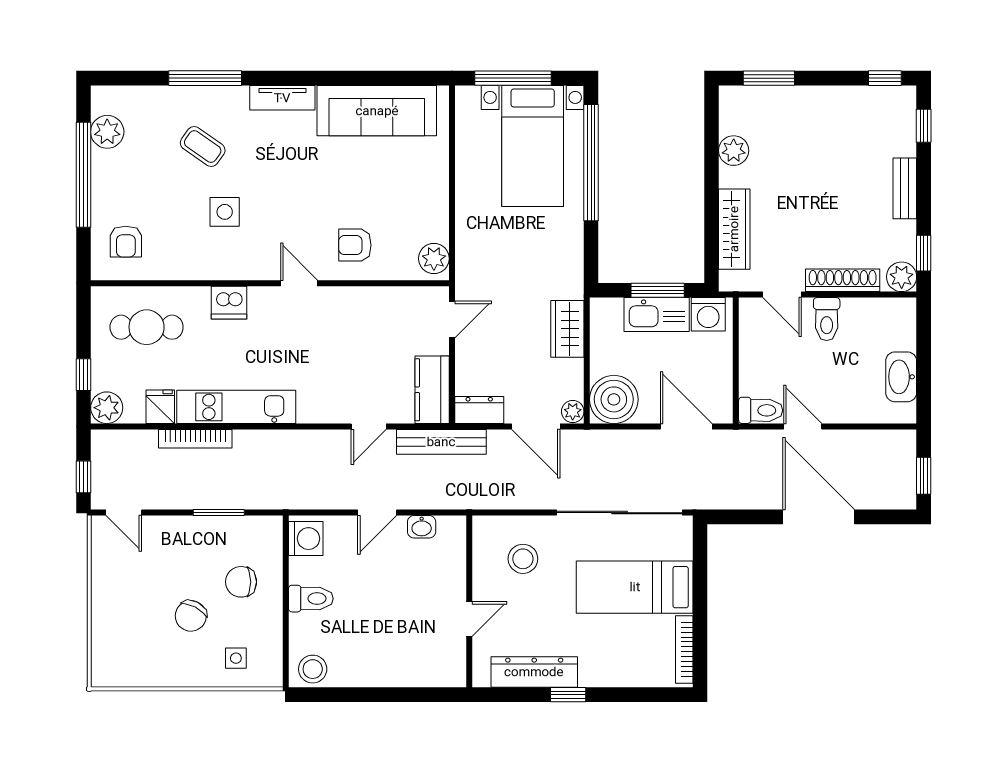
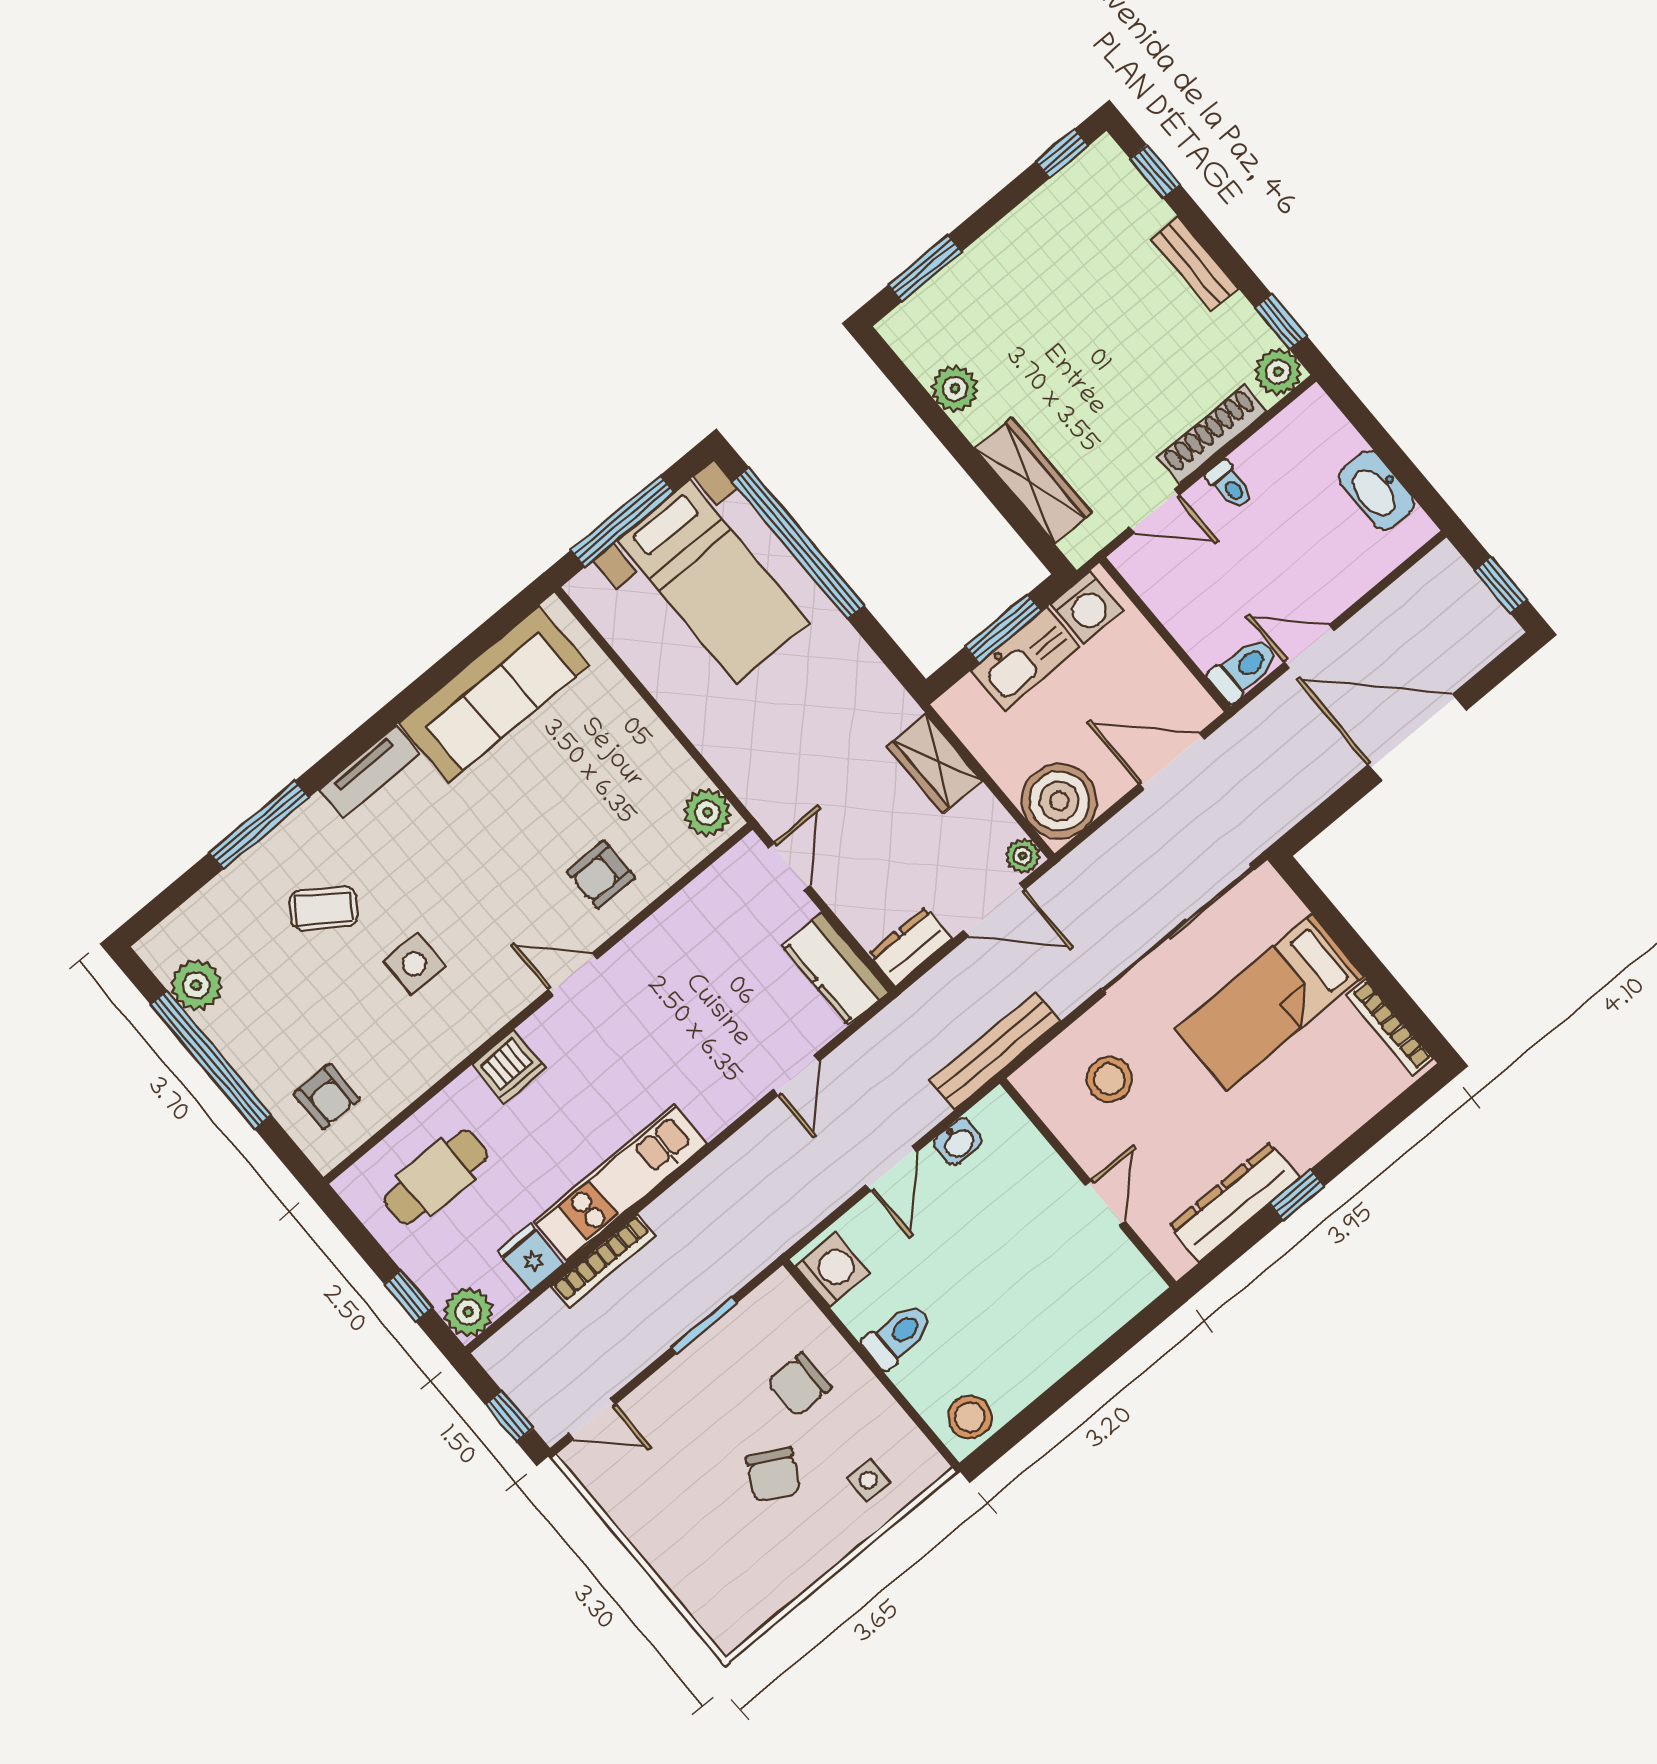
toilet: (827, 319) -> (1230, 485), width x0.73, depth x0.72
bench: (441, 442) -> (995, 1051), moved

